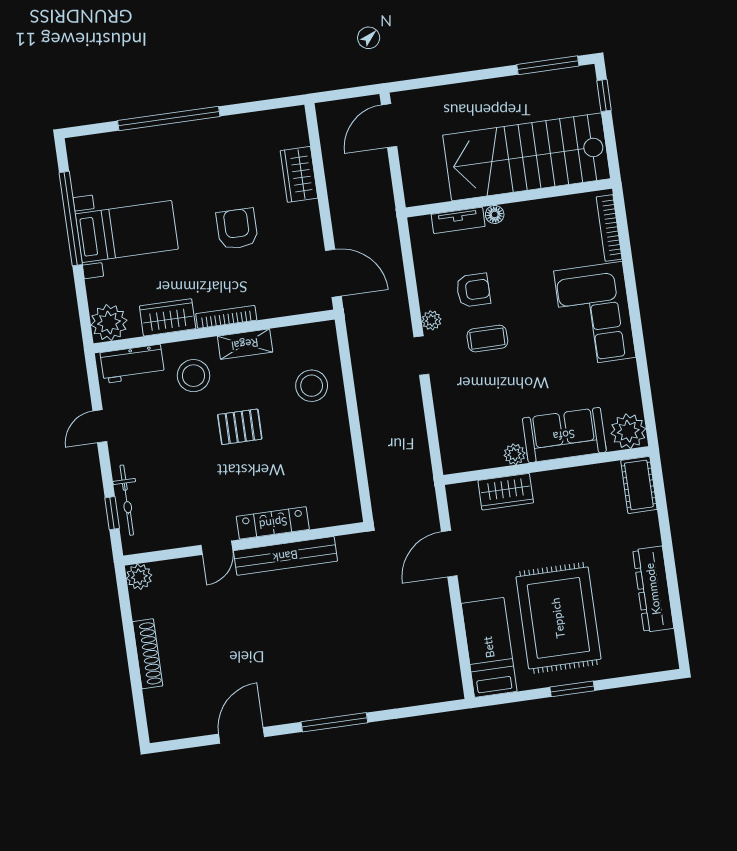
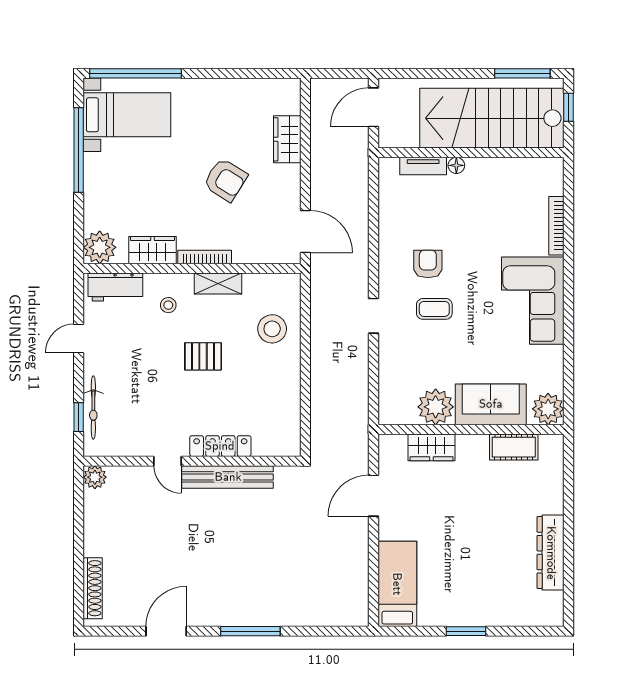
window: (169, 119) -> (135, 73), moved
stairs: (527, 157) -> (492, 118), moved
wall: (509, 198) -> (471, 153), moved
floor lamp: (495, 214) -> (456, 165), moved
tv unit: (458, 220) -> (423, 166), moved
armchair: (237, 229) -> (225, 180), turned 122
bed with nightstands: (127, 231) -> (127, 115), moved
armchair: (473, 290) -> (428, 264), turned -90
plant: (431, 320) -> (387, 286), removed
stool: (194, 376) -> (168, 305), width x0.53, depth x0.53
plant: (514, 454) -> (436, 407), width x1.88, depth x1.88
cot: (639, 485) -> (514, 447), moved, turned 90
door: (217, 548) -> (168, 461), hinge flipped
rug: (558, 618) -> (463, 566), removed
shoe rack: (148, 654) -> (93, 588), moved

